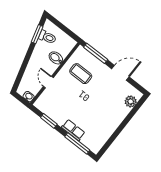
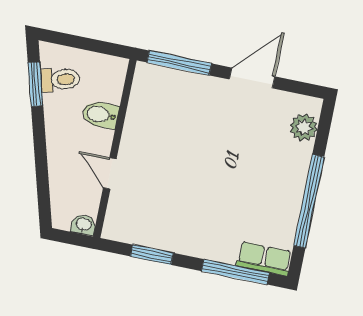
coffee table: (81, 74) -> (169, 121), removed
row of seats: (73, 130) -> (264, 259), moved
window: (119, 130) -> (309, 201), added

